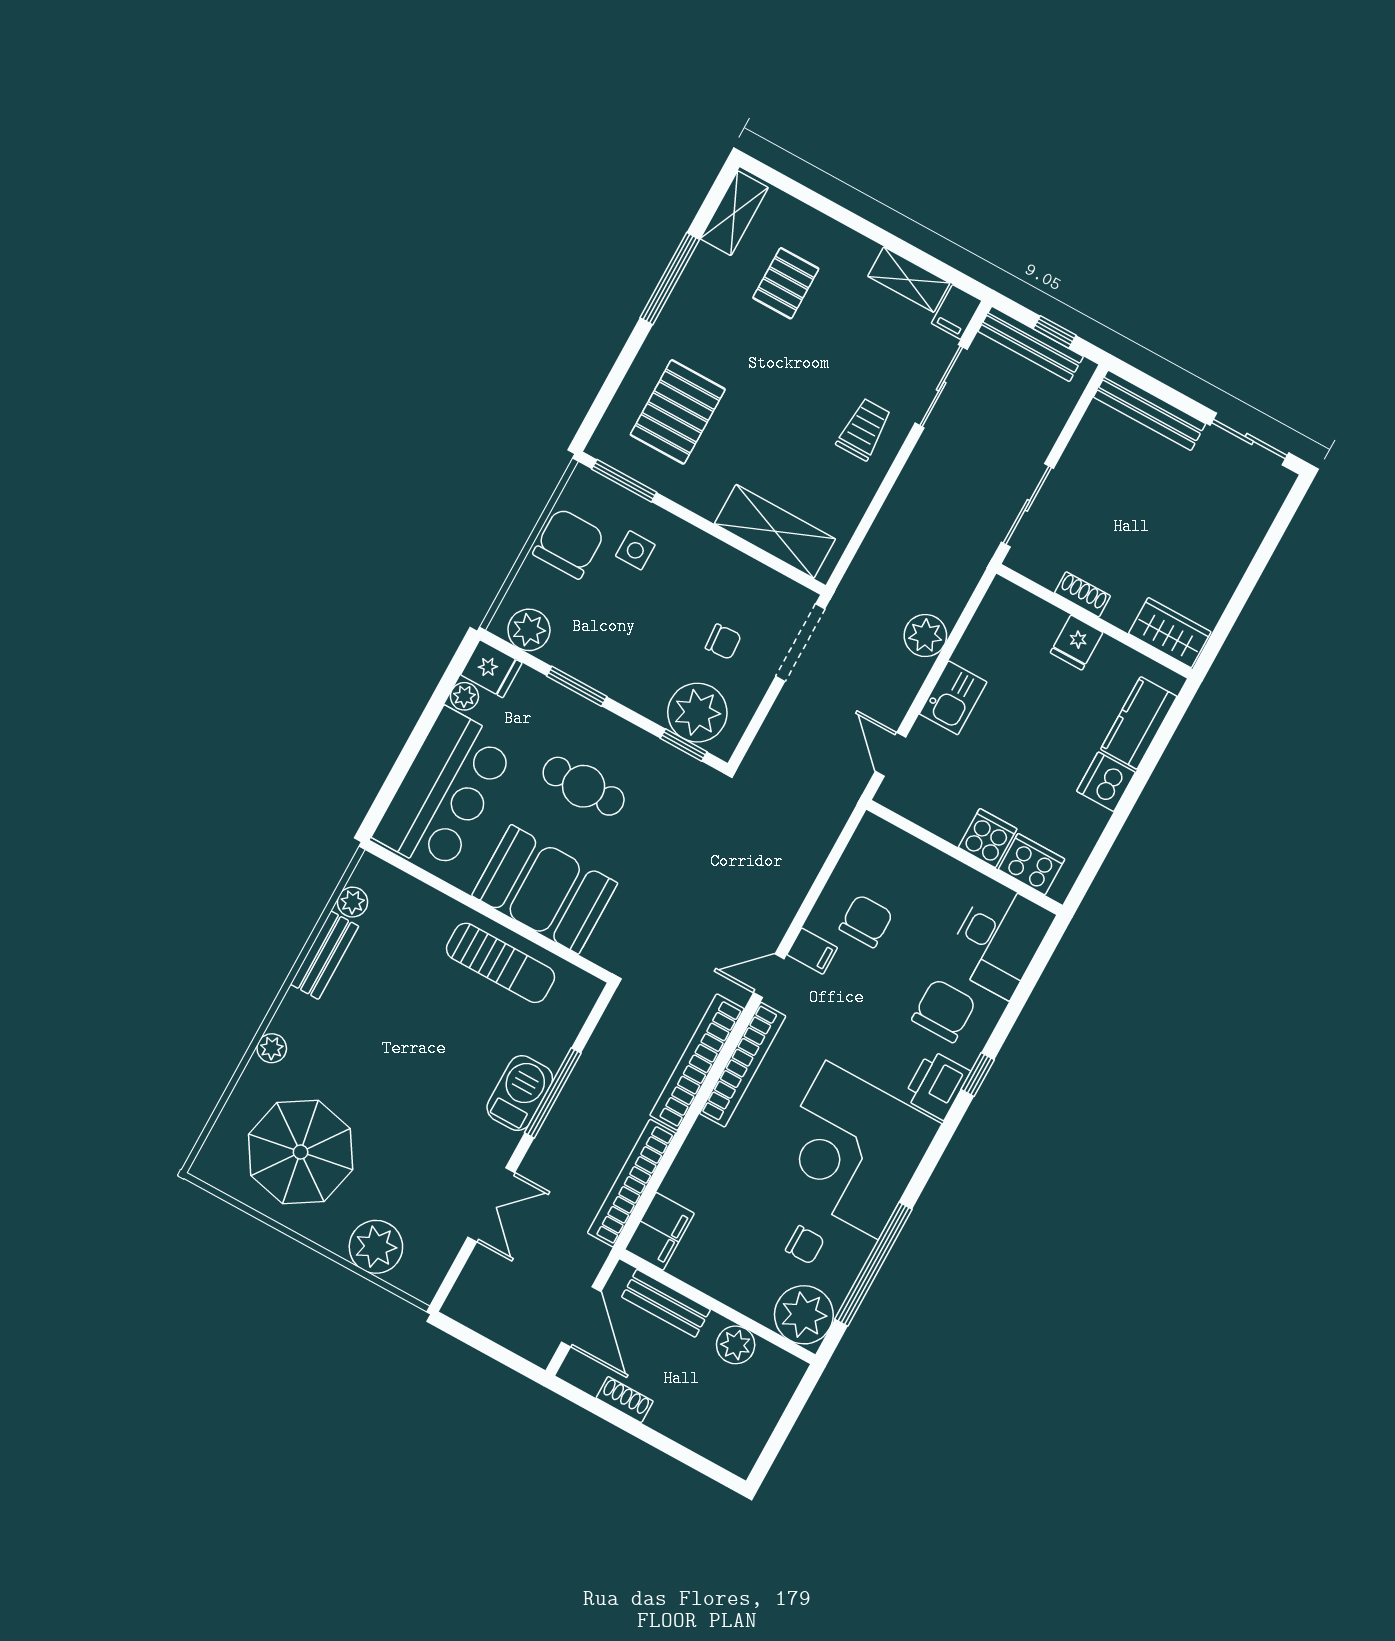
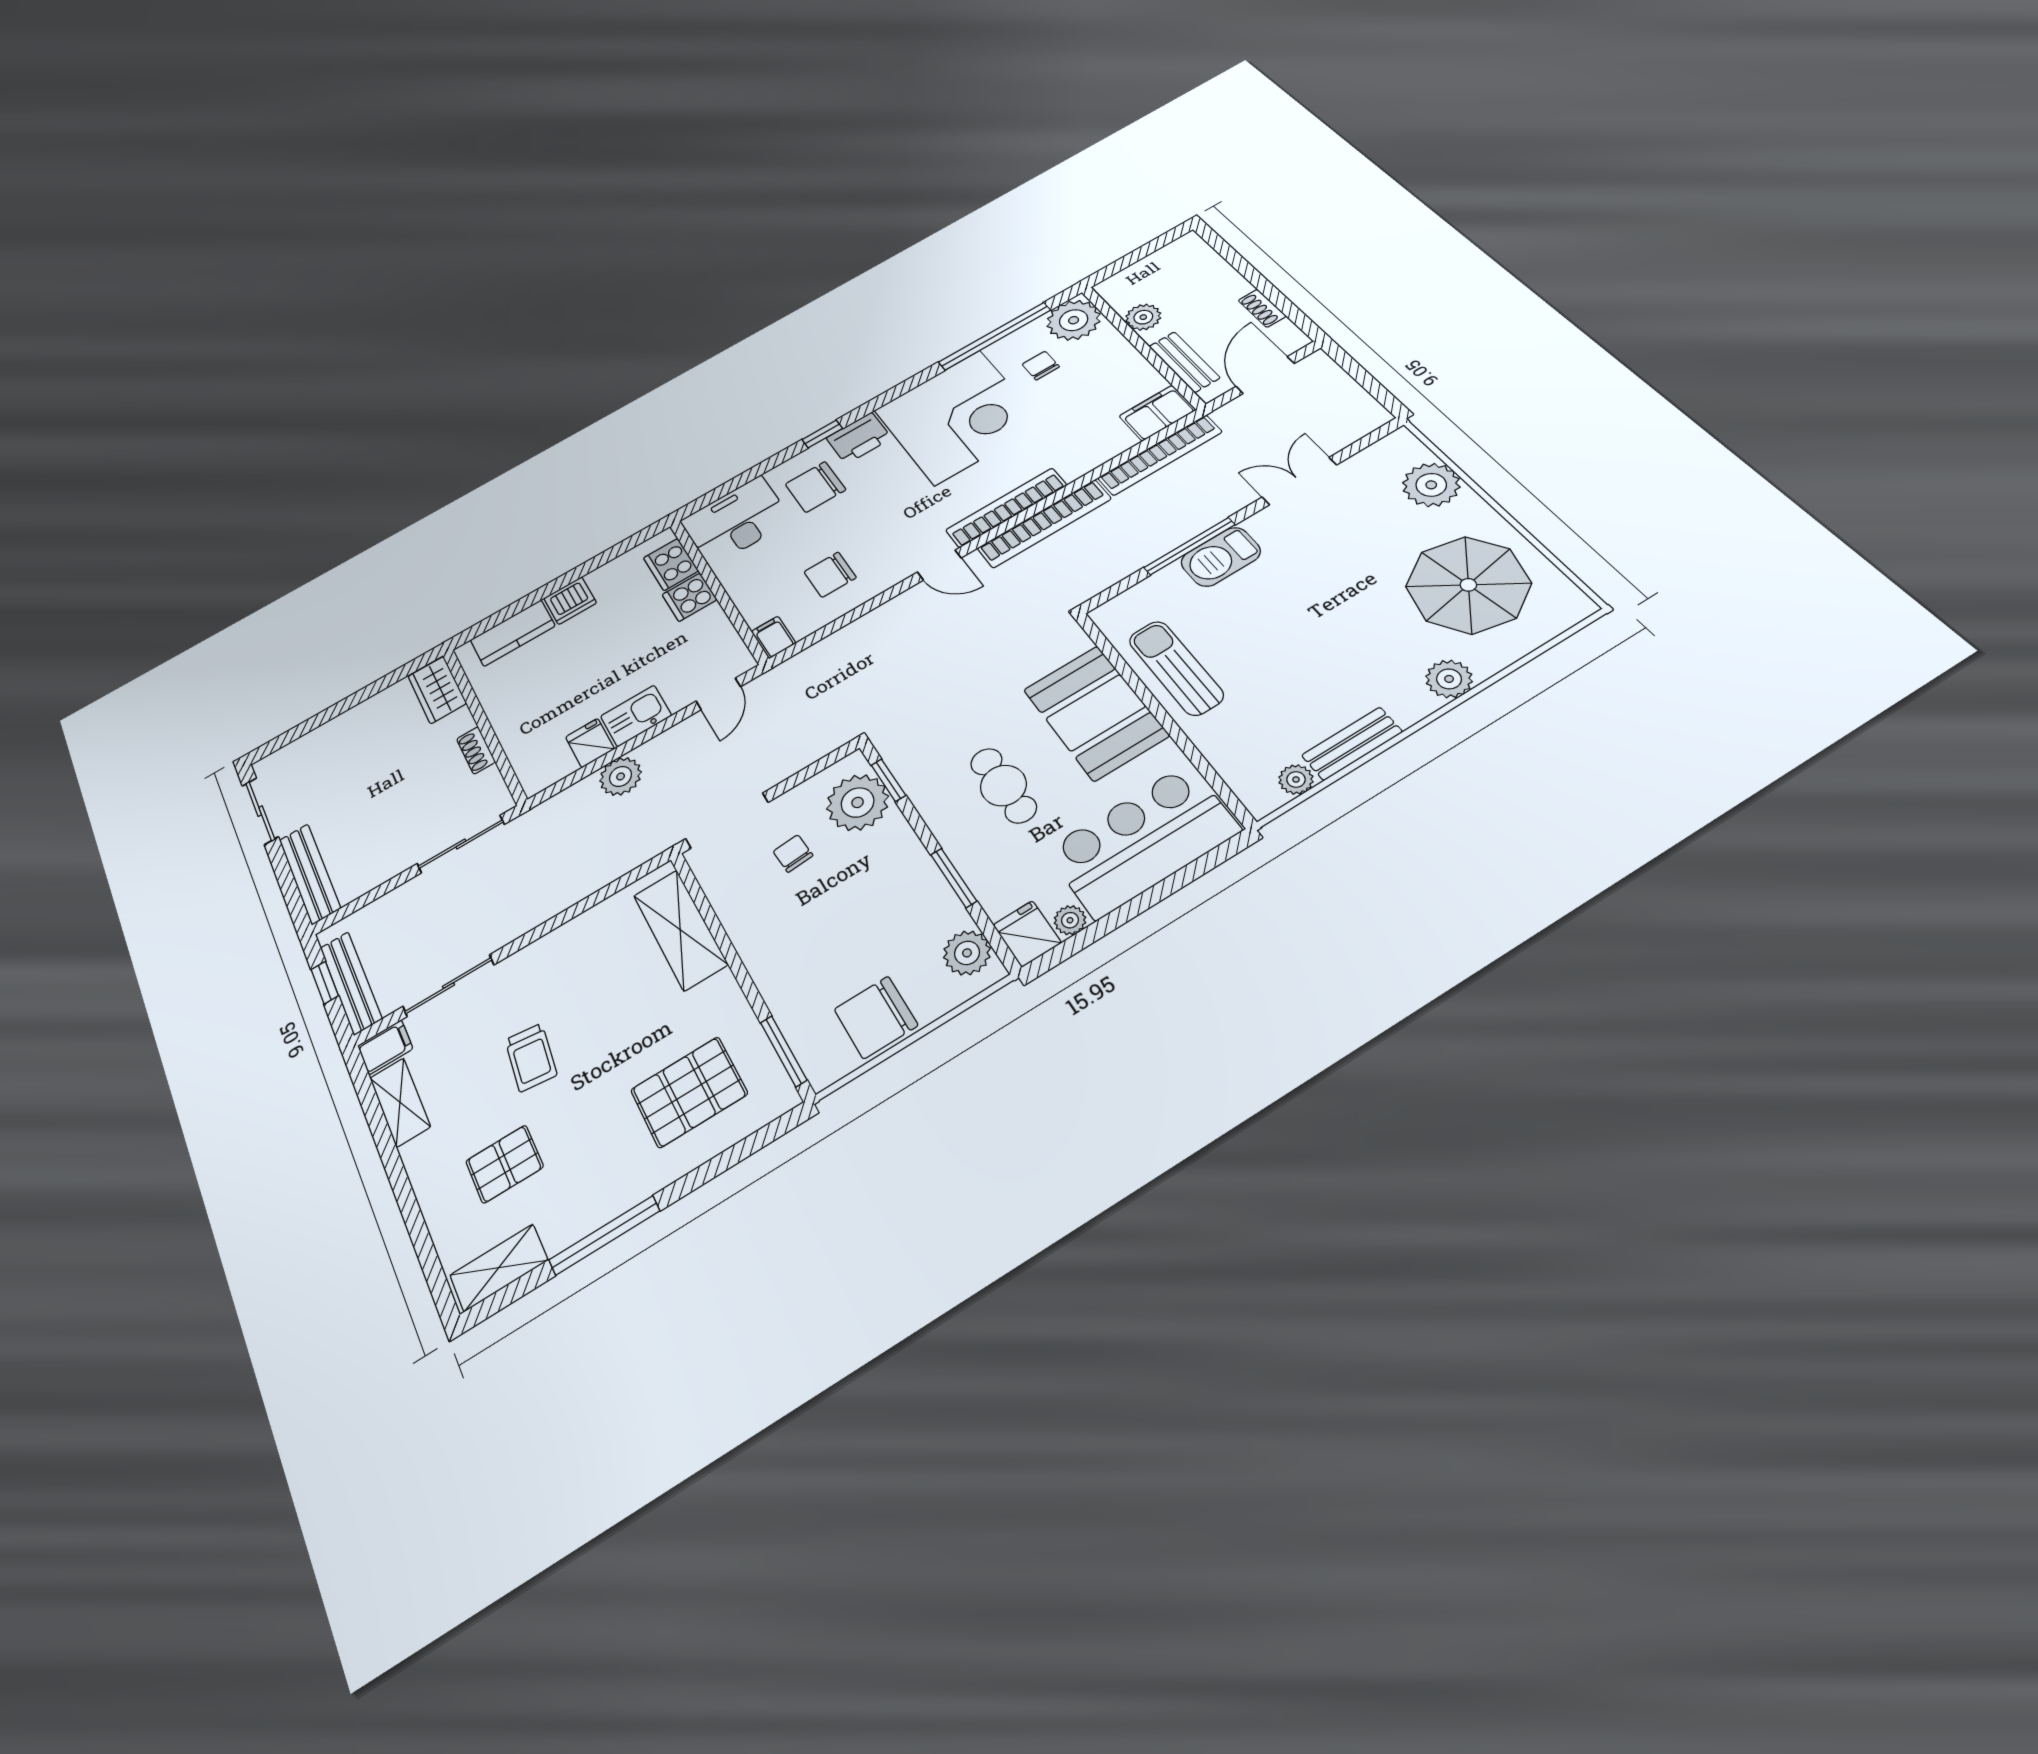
trolley: (864, 429) -> (531, 1057), moved, turned -83
side table: (635, 550) -> (817, 978), removed
fridge: (1076, 643) -> (590, 743), moved, turned -90
filing cabinet: (812, 951) -> (774, 637), moved
plant: (272, 1048) -> (1449, 679), width x1.38, depth x1.38

